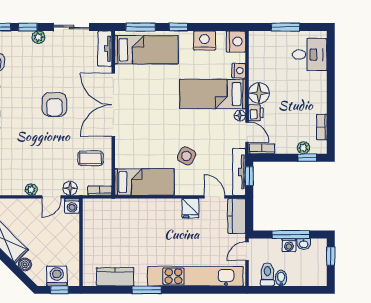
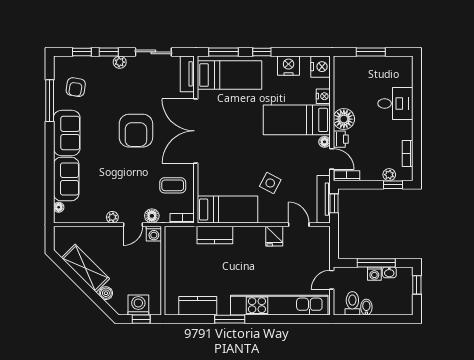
desk: (310, 54) -> (395, 103), moved
armchair: (54, 104) -> (136, 131), width x1.36, depth x1.36
kitchen counter: (237, 216) -> (215, 235), moved, turned -90

